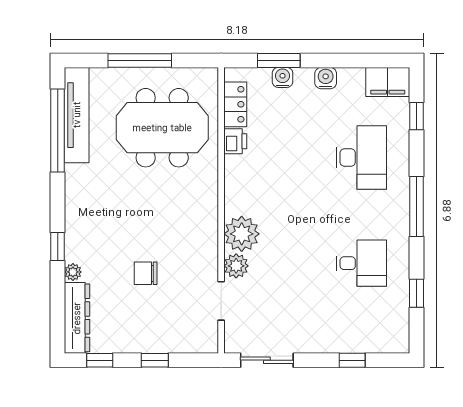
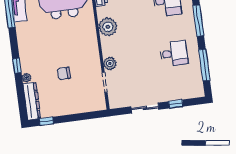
plant: (242, 234) -> (108, 27), moved
window: (416, 293) -> (204, 65), width x2.17
window: (155, 360) -> (75, 117), removed
sliding door: (267, 360) -> (145, 108), moved

